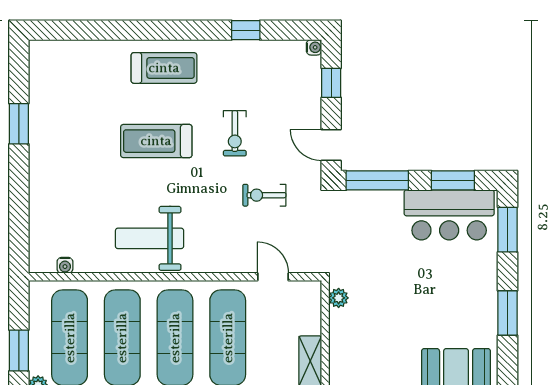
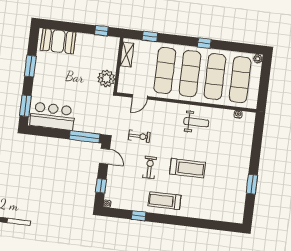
treadmill: (164, 68) -> (164, 201), moved
window: (453, 180) -> (49, 132), removed
weight bench: (150, 238) -> (196, 122), width x0.73, depth x0.75
door: (273, 277) -> (140, 97), hinge flipped
plant: (339, 298) -> (106, 78), width x1.88, depth x1.88
window: (19, 350) -> (265, 76), removed

